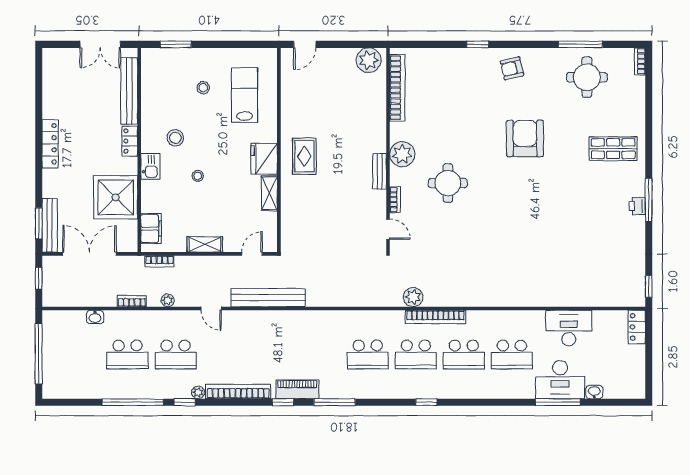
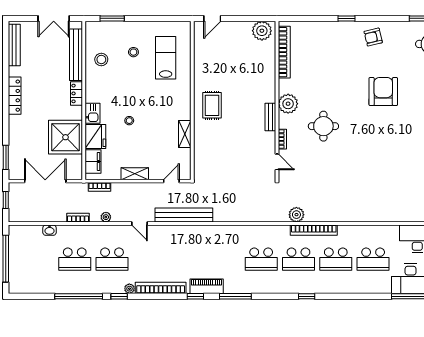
stool: (175, 138) -> (101, 59), moved
fridge: (264, 159) -> (95, 136), moved, turned 180
bench: (50, 225) -> (14, 45), moved

